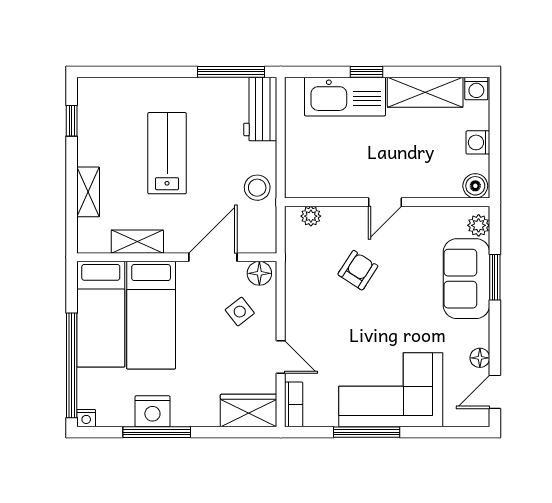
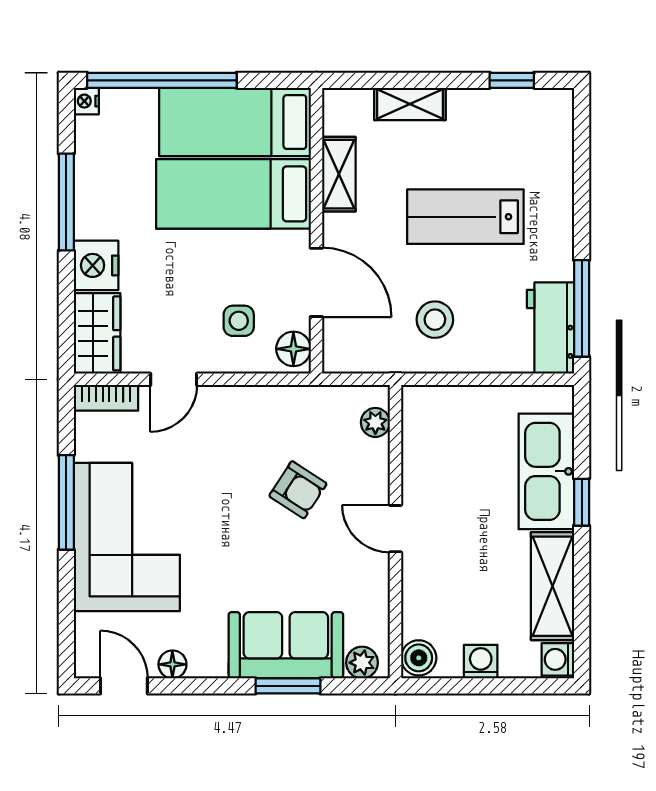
workbench: (260, 109) -> (551, 328), moved, turned -90
lab bench: (167, 153) -> (465, 217), turned 180
stool: (257, 188) -> (435, 320), moved
side table: (240, 312) -> (239, 321), turned 38
nightstand: (152, 411) -> (96, 265), moved

